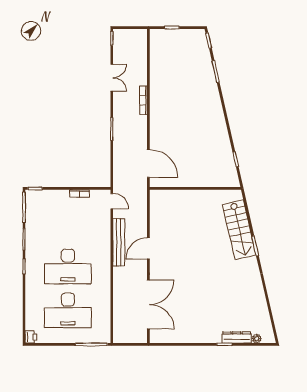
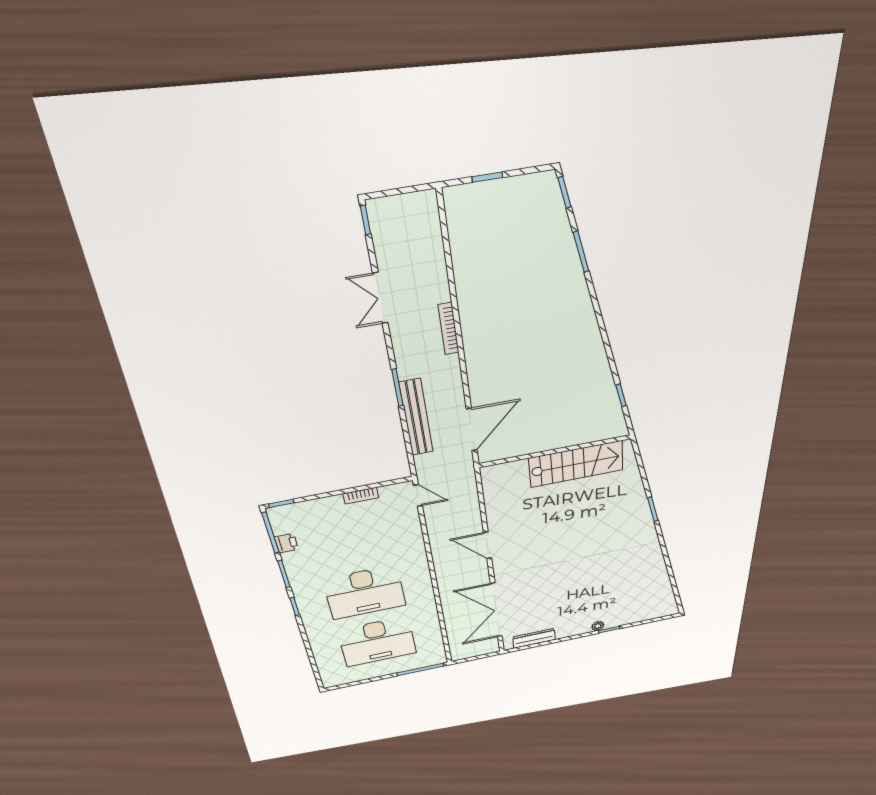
double door: (112, 78) -> (380, 298), swing flipped
door: (148, 163) -> (472, 430), hinge flipped
stairs: (239, 230) -> (576, 464), moved, turned -77
bench: (119, 242) -> (416, 418), moved
door: (148, 248) -> (488, 545), hinge flipped
double door: (148, 304) -> (496, 610), swing flipped
printer: (31, 337) -> (286, 543), moved
dresser: (237, 337) -> (534, 638), moved
plant: (257, 339) -> (598, 626), moved

